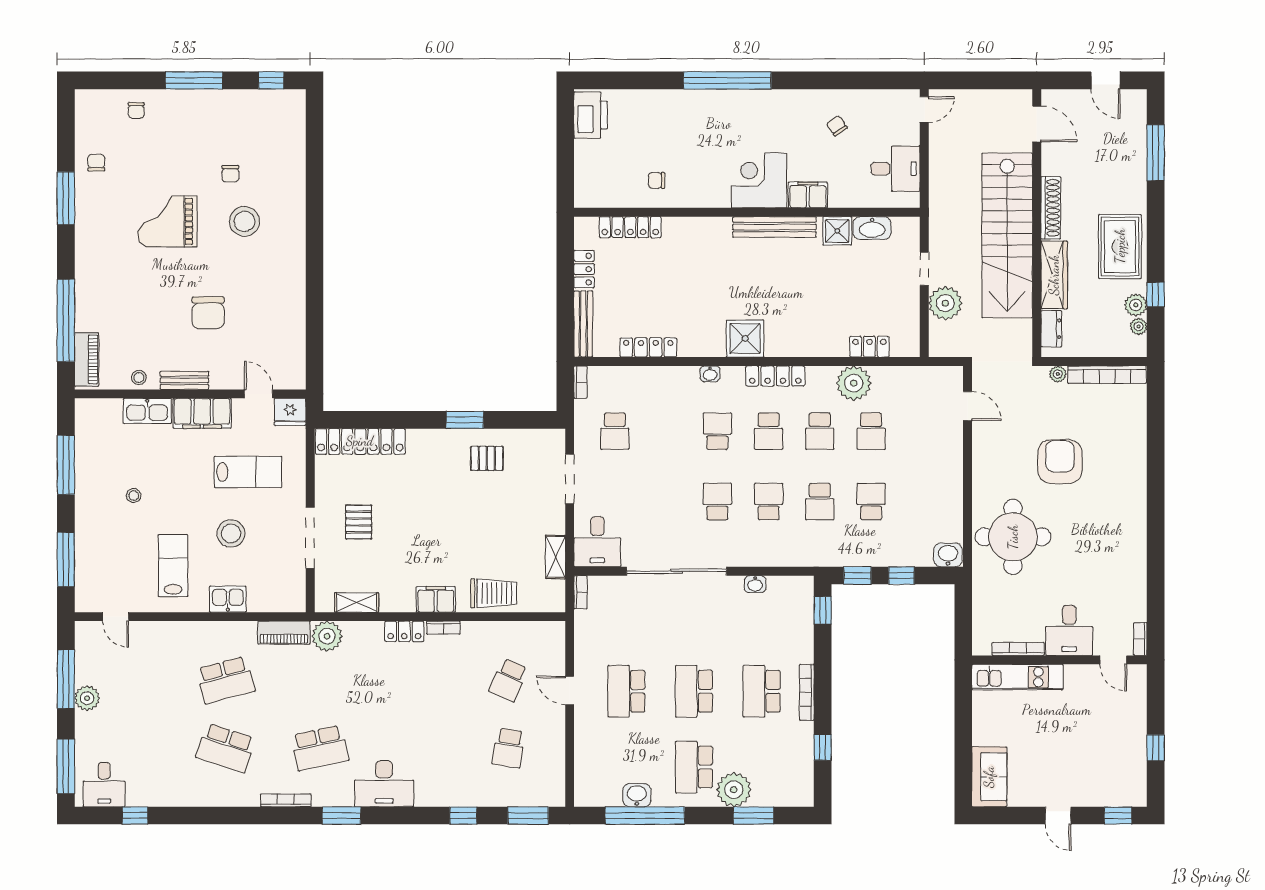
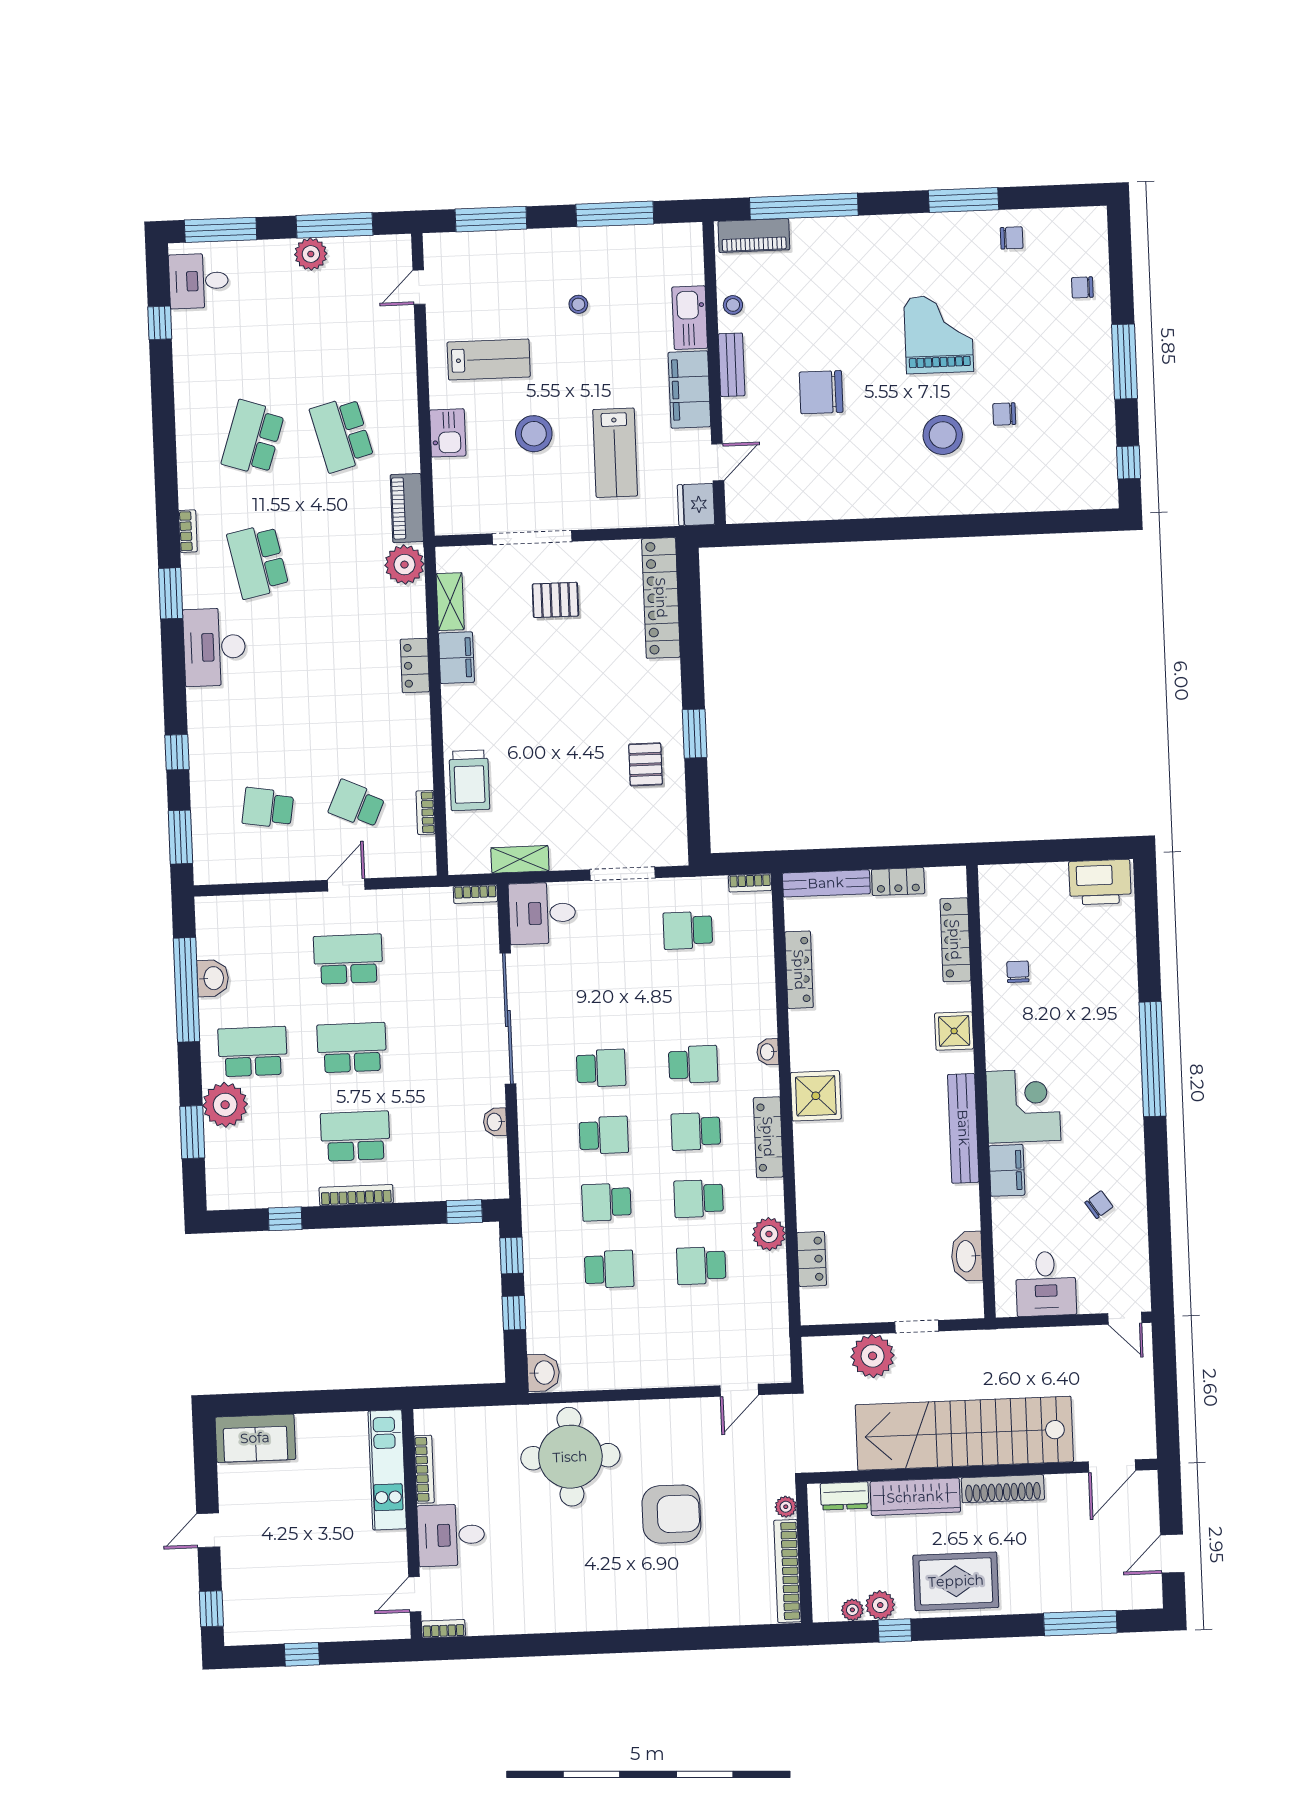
shower: (837, 231) -> (954, 1031), moved
plant: (854, 383) -> (769, 1234), width x0.73, depth x0.73
filing cabinet: (436, 599) -> (456, 658), moved
bookcase: (443, 628) -> (426, 812), moved
bookcase: (286, 800) -> (188, 531), width x0.64

